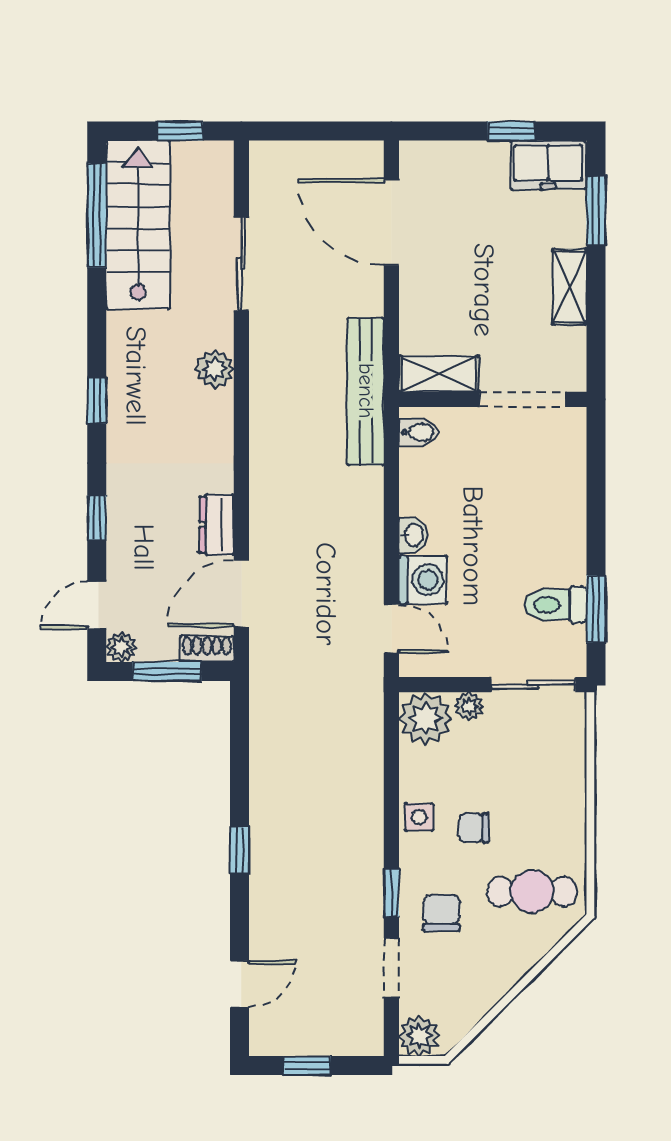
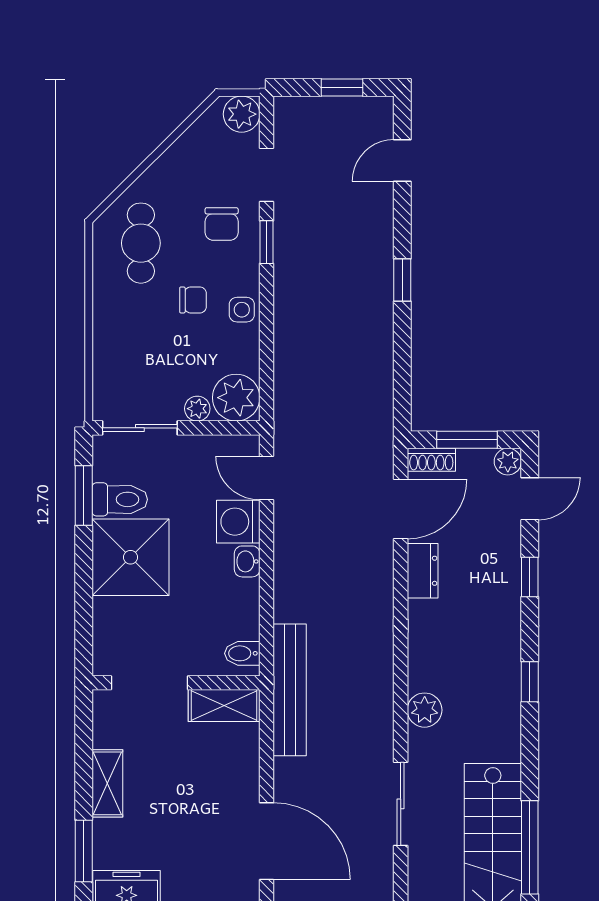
shower: (544, 540) -> (131, 557), added
cafe table: (532, 892) -> (141, 243), turned 90

